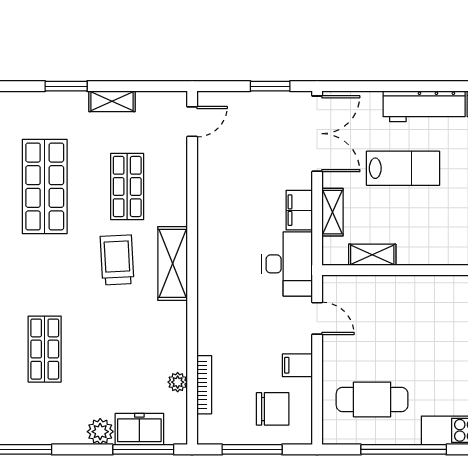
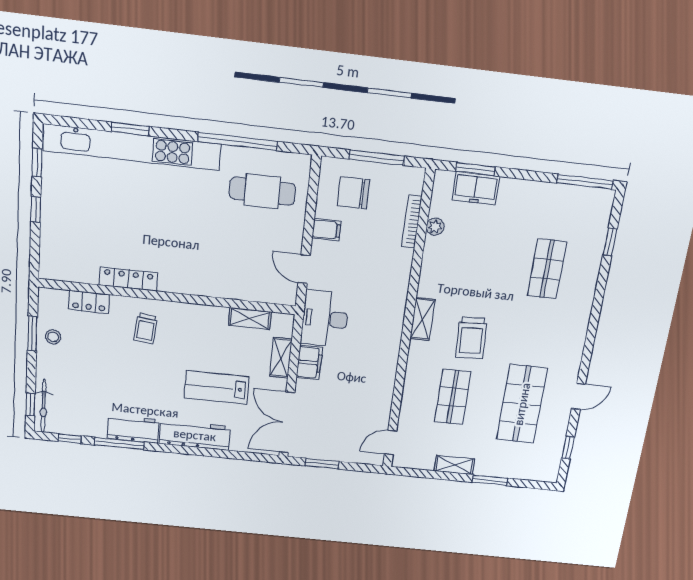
shelving: (173, 263) -> (422, 319), width x0.67, depth x0.75
plant: (100, 432) -> (511, 190), removed
window: (143, 449) -> (475, 169), width x0.69

